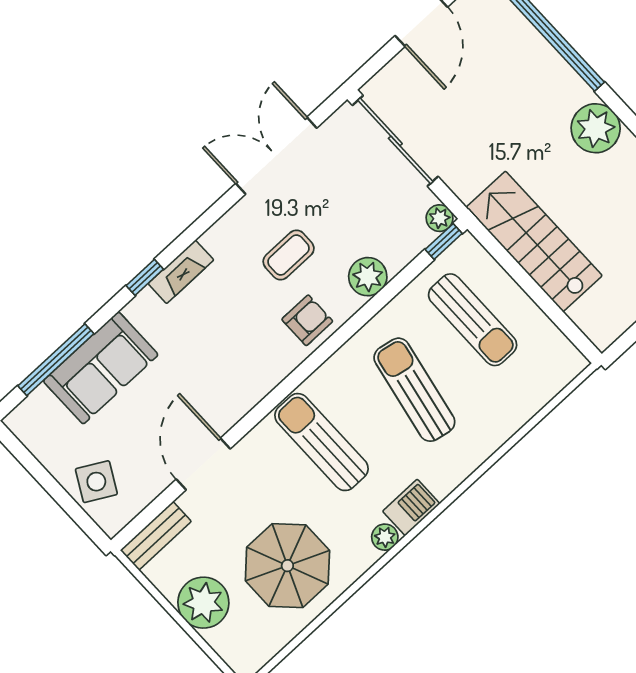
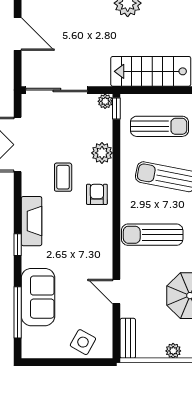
fireplace: (181, 272) -> (32, 221), width x1.37, depth x1.32
door: (203, 464) -> (116, 292), width x0.73
plant: (203, 603) -> (173, 351), width x0.53, depth x0.53

